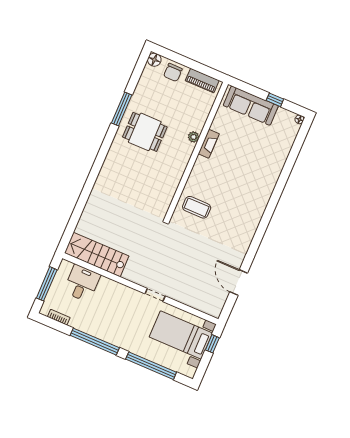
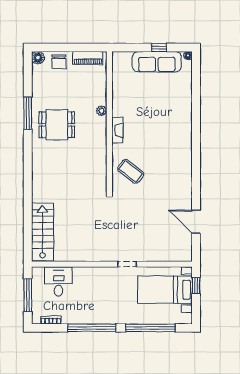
sofa: (251, 106) -> (157, 62), moved
fireplace: (209, 144) -> (117, 130), moved
coffee table: (197, 207) -> (131, 171), turned 38
stairs: (97, 255) -> (43, 232), moved, turned 90

